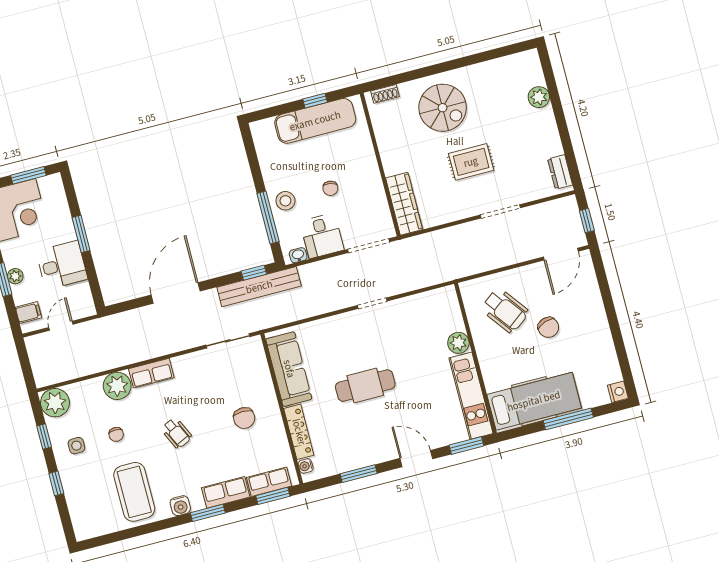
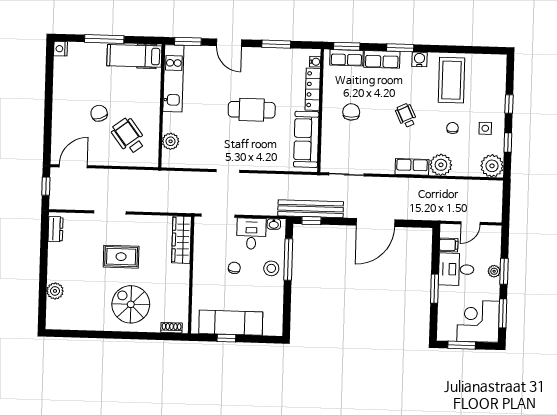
filing cabinet: (29, 313) -> (449, 245), moved, turned 180
plant: (458, 343) -> (171, 141), moved
hospital bed: (534, 401) -> (134, 56), width x0.73, depth x0.78

